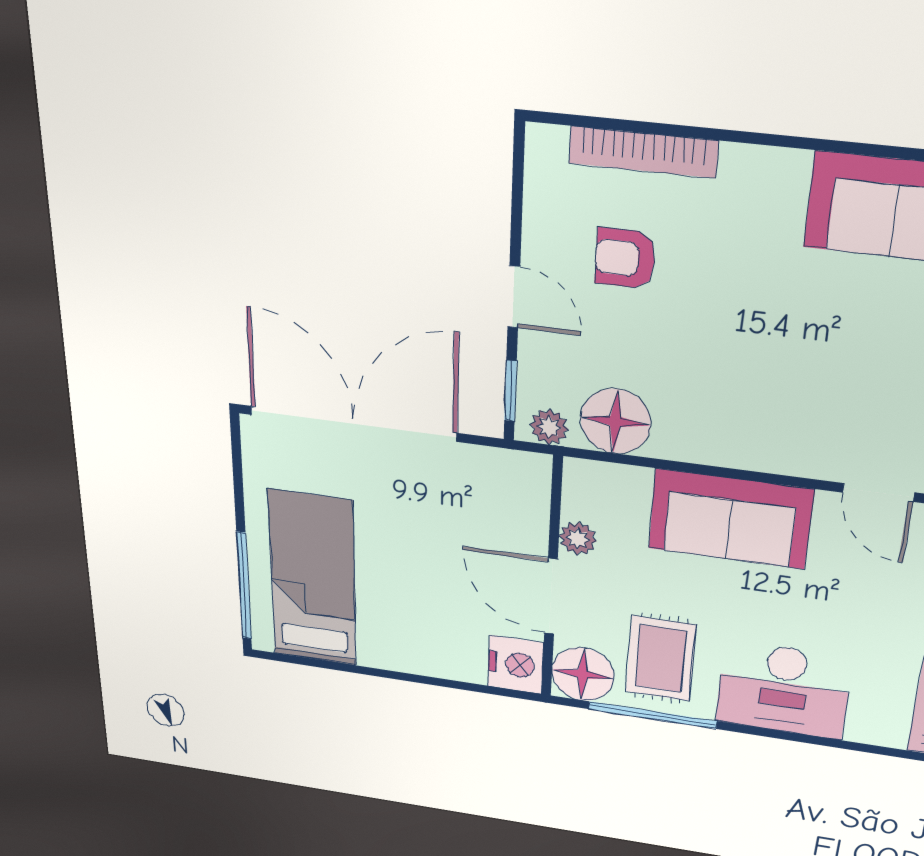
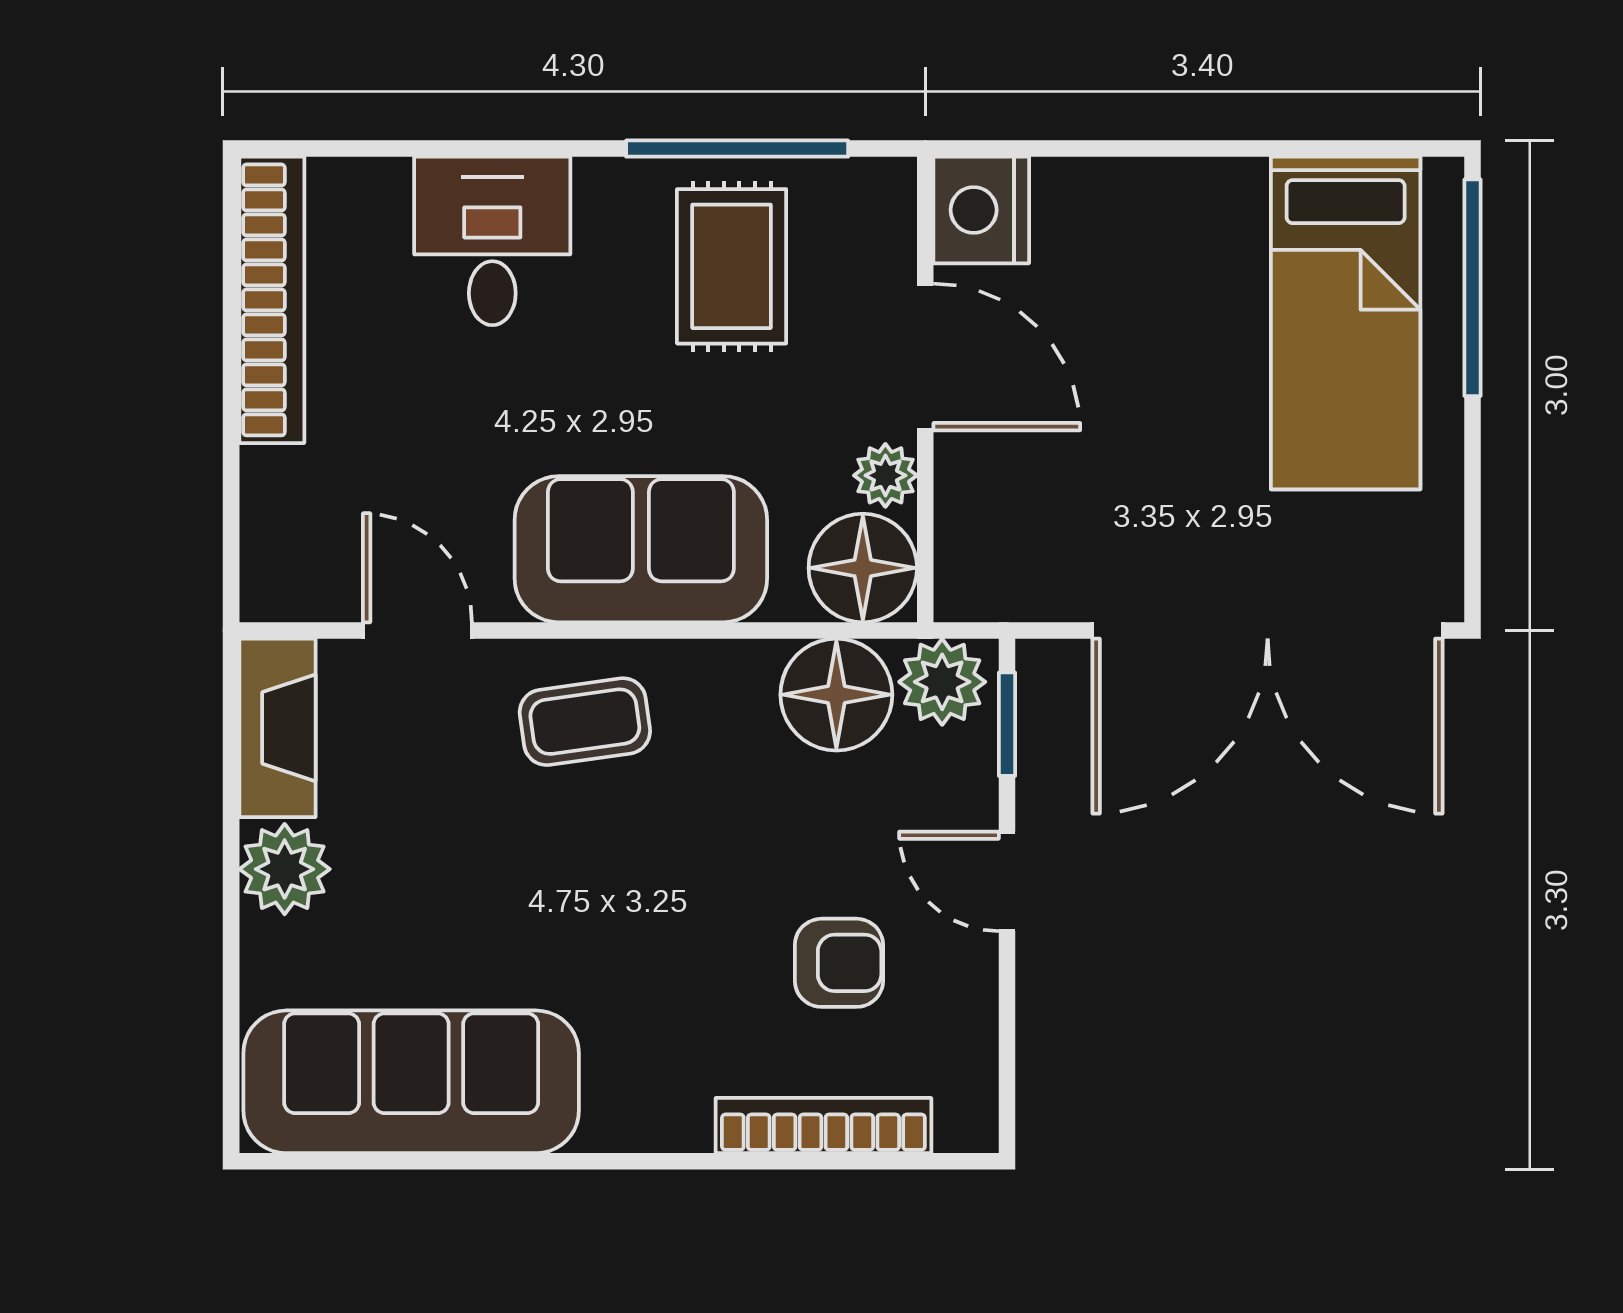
coffee table: (777, 426) -> (585, 722), added
plant: (549, 427) -> (942, 682), width x1.38, depth x1.38
floor lamp: (583, 674) -> (863, 568), moved
desk: (783, 690) -> (492, 241), width x0.73

